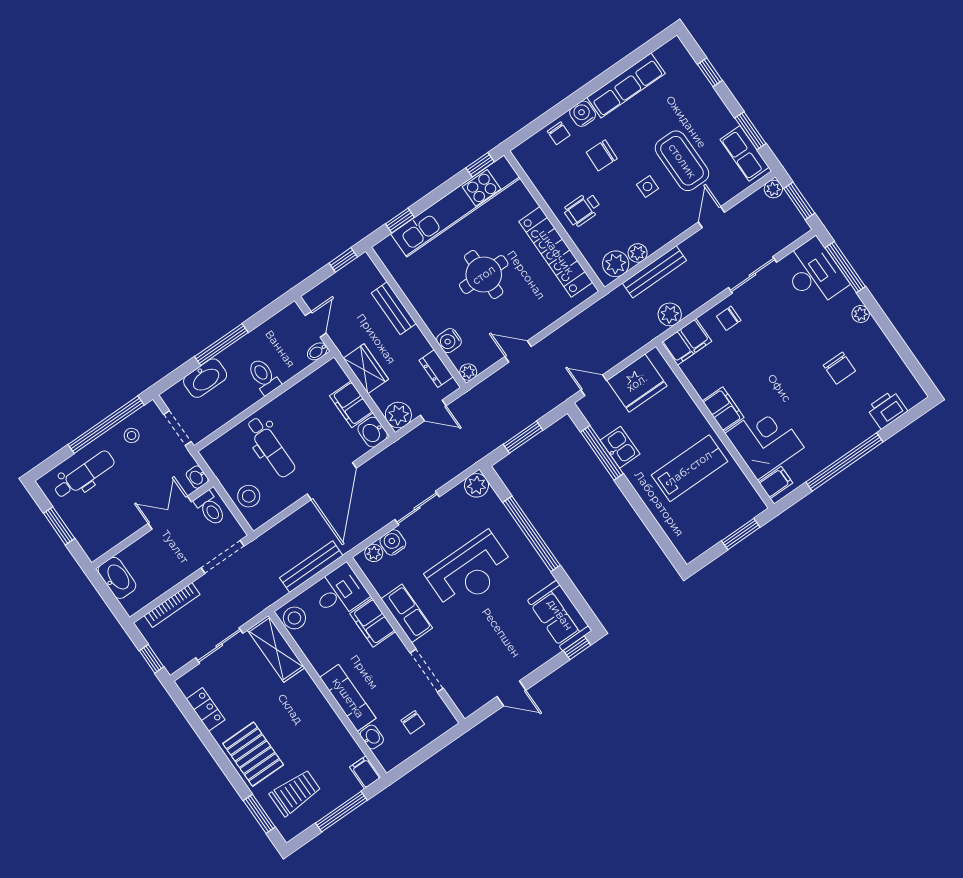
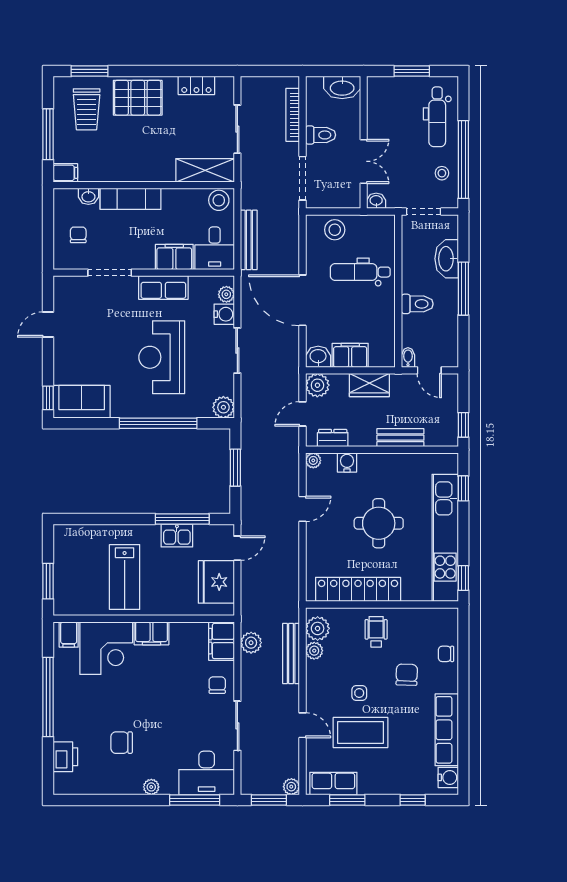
water cooler: (583, 114) -> (448, 777), moved
toilet: (210, 509) -> (321, 135), moved, turned 180
window: (151, 659) -> (263, 71), removed
chair: (413, 722) -> (78, 235), turned 90

